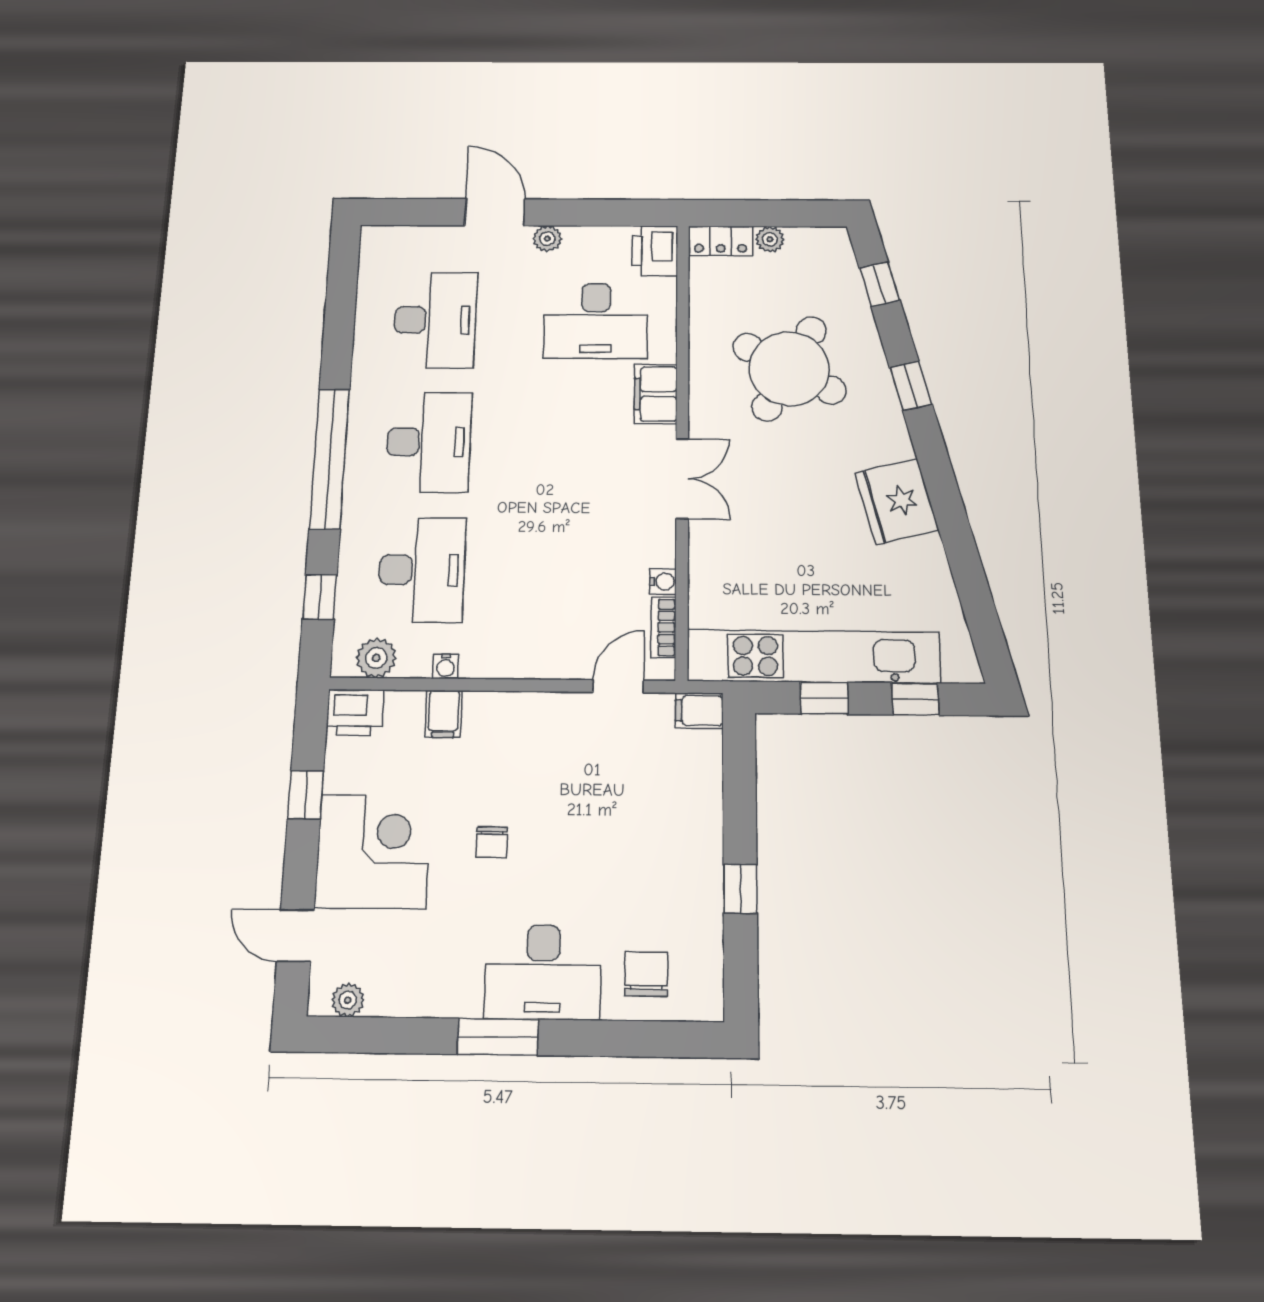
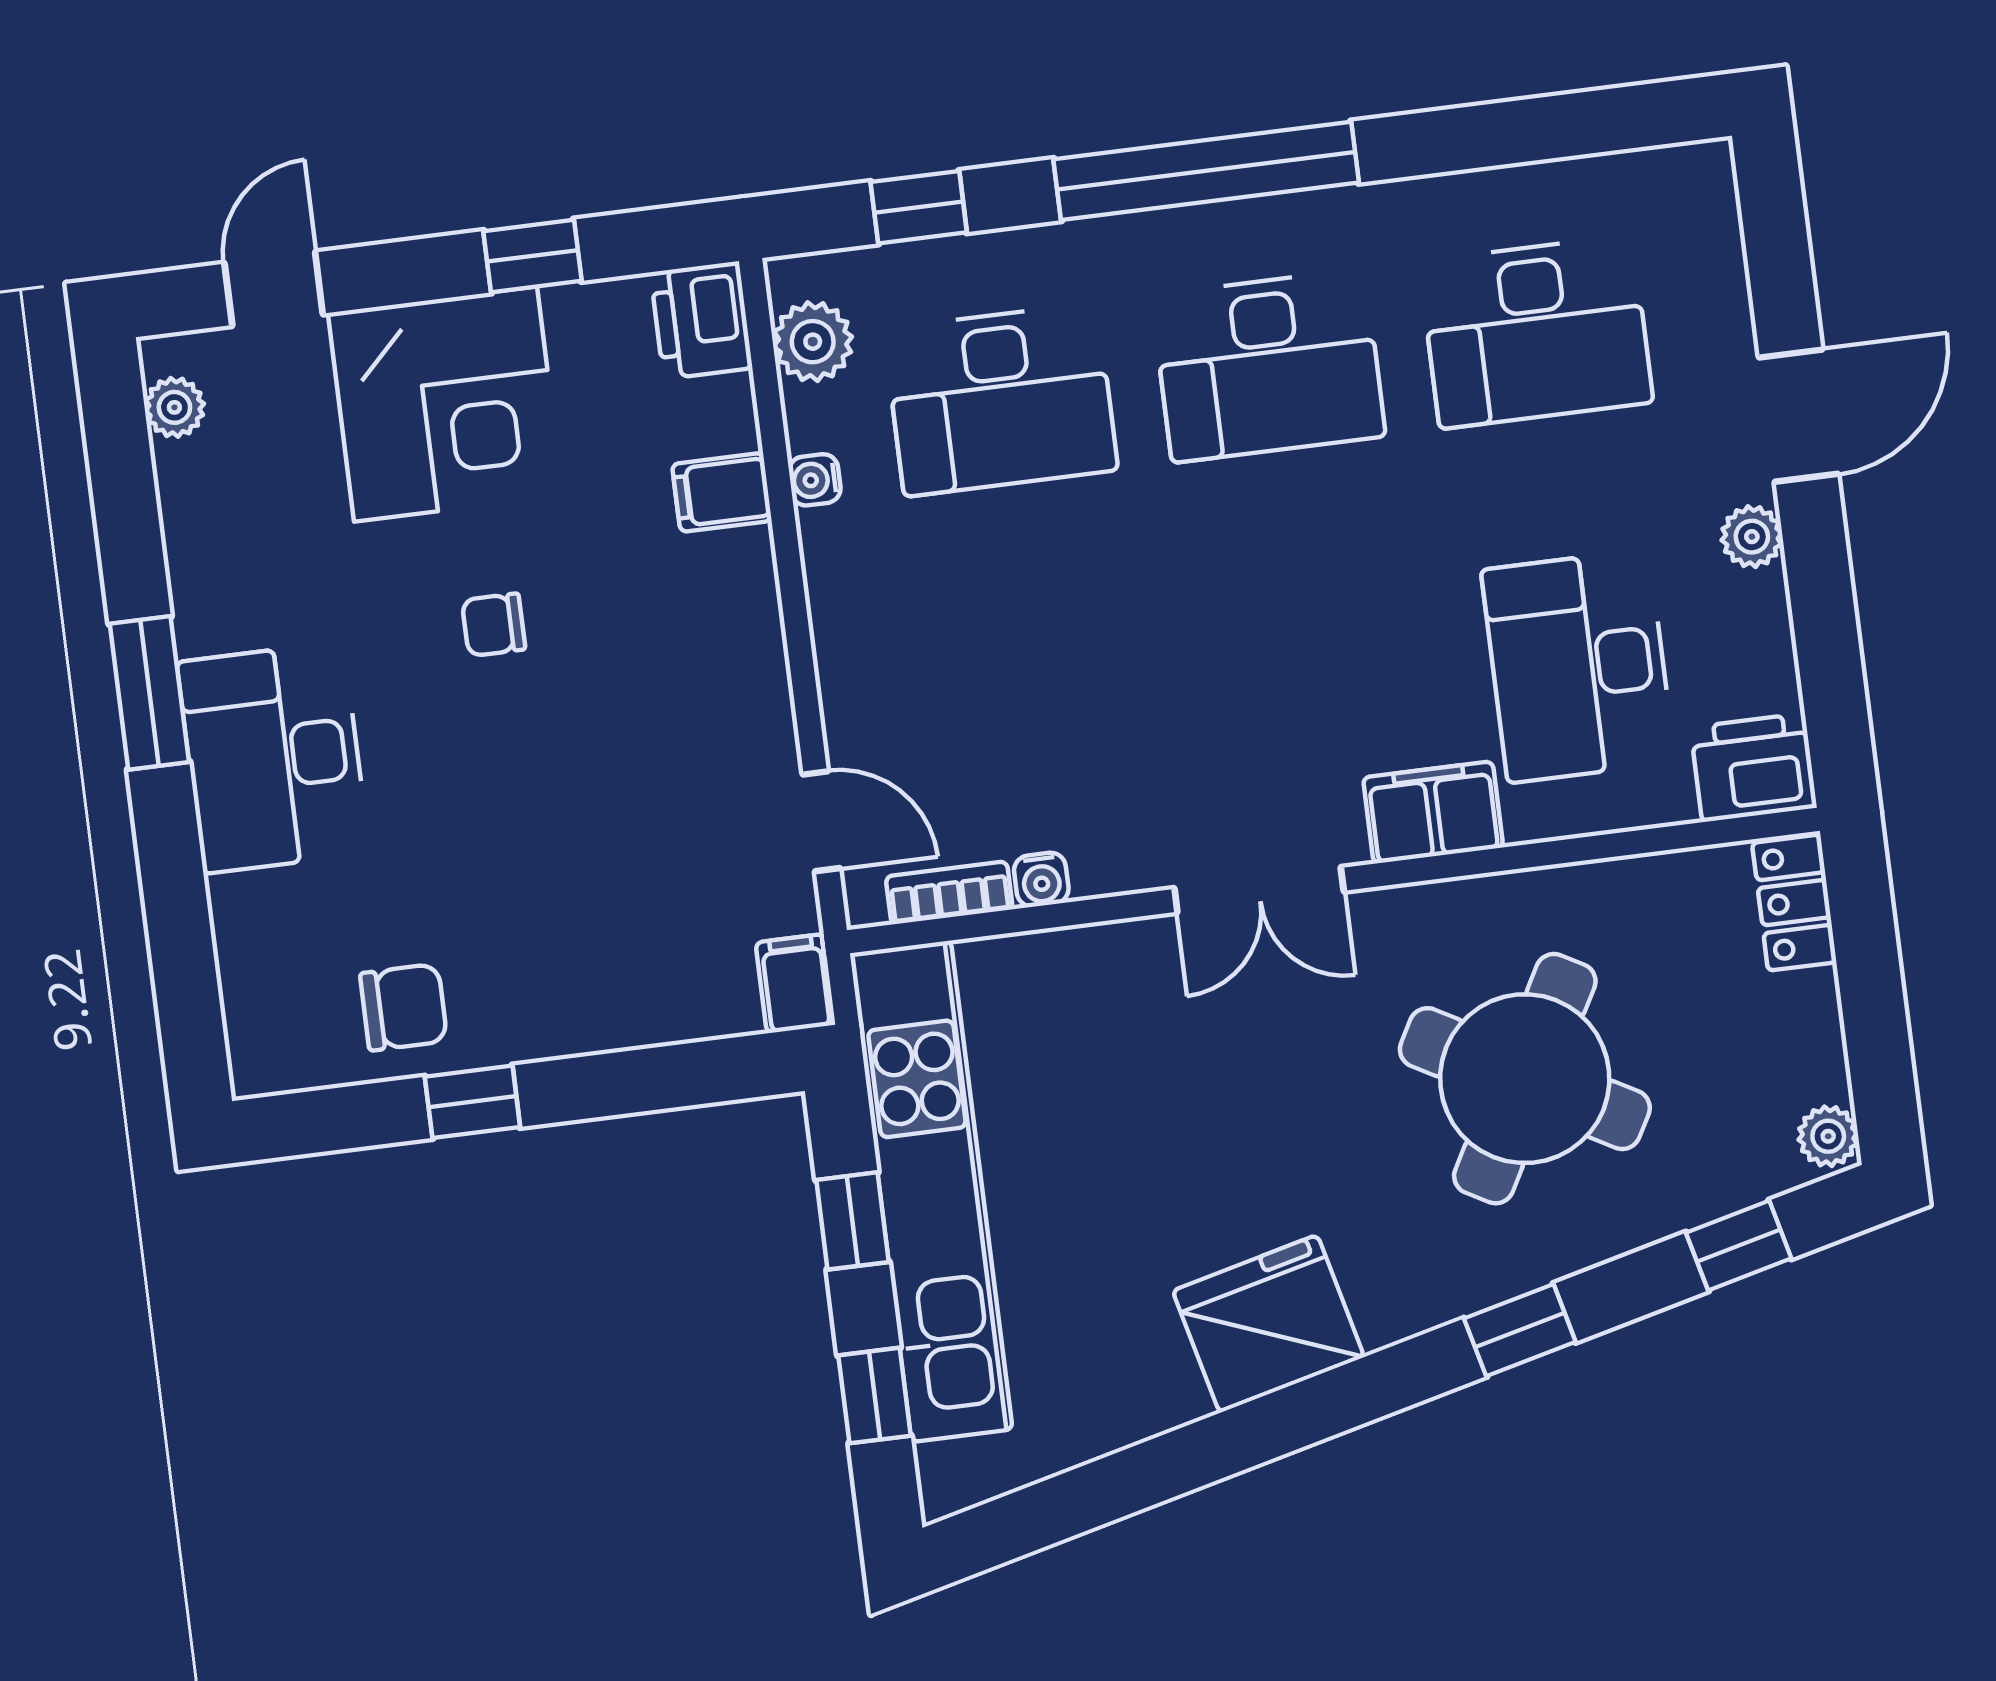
plant: (770, 239) -> (1828, 1136), moved
chair: (646, 974) -> (404, 1007), moved

